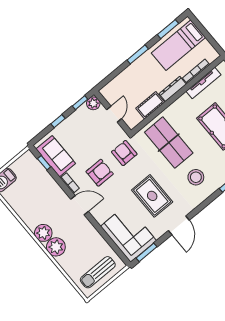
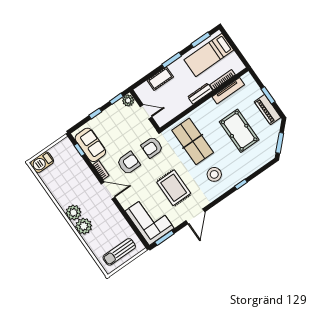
cot: (150, 105) -> (160, 79), moved
door: (114, 114) -> (146, 112), hinge flipped
armchair: (124, 153) -> (152, 147), turned -90

